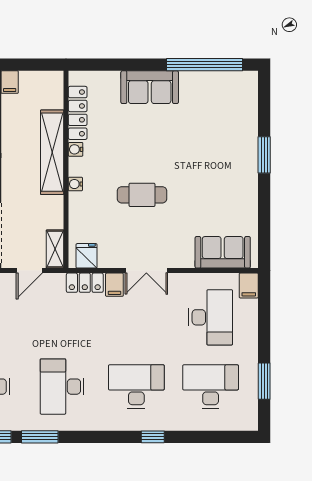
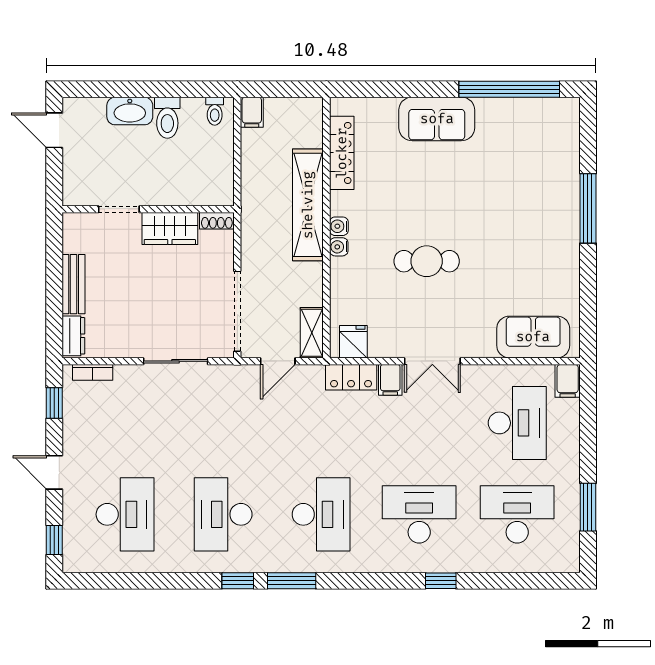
water cooler: (76, 149) -> (339, 226), moved
window: (264, 155) -> (588, 208), width x1.44
desk: (62, 387) -> (321, 514), turned 180

